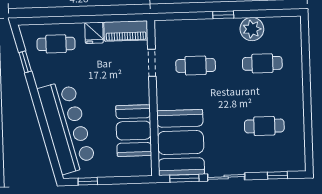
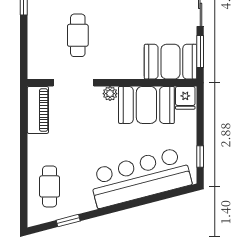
fridge: (94, 33) -> (185, 98), moved, turned 90
doorway: (152, 63) -> (73, 83), width x1.38
plant: (143, 97) -> (110, 94), added
booth: (181, 142) -> (170, 62), width x0.73, depth x0.70

